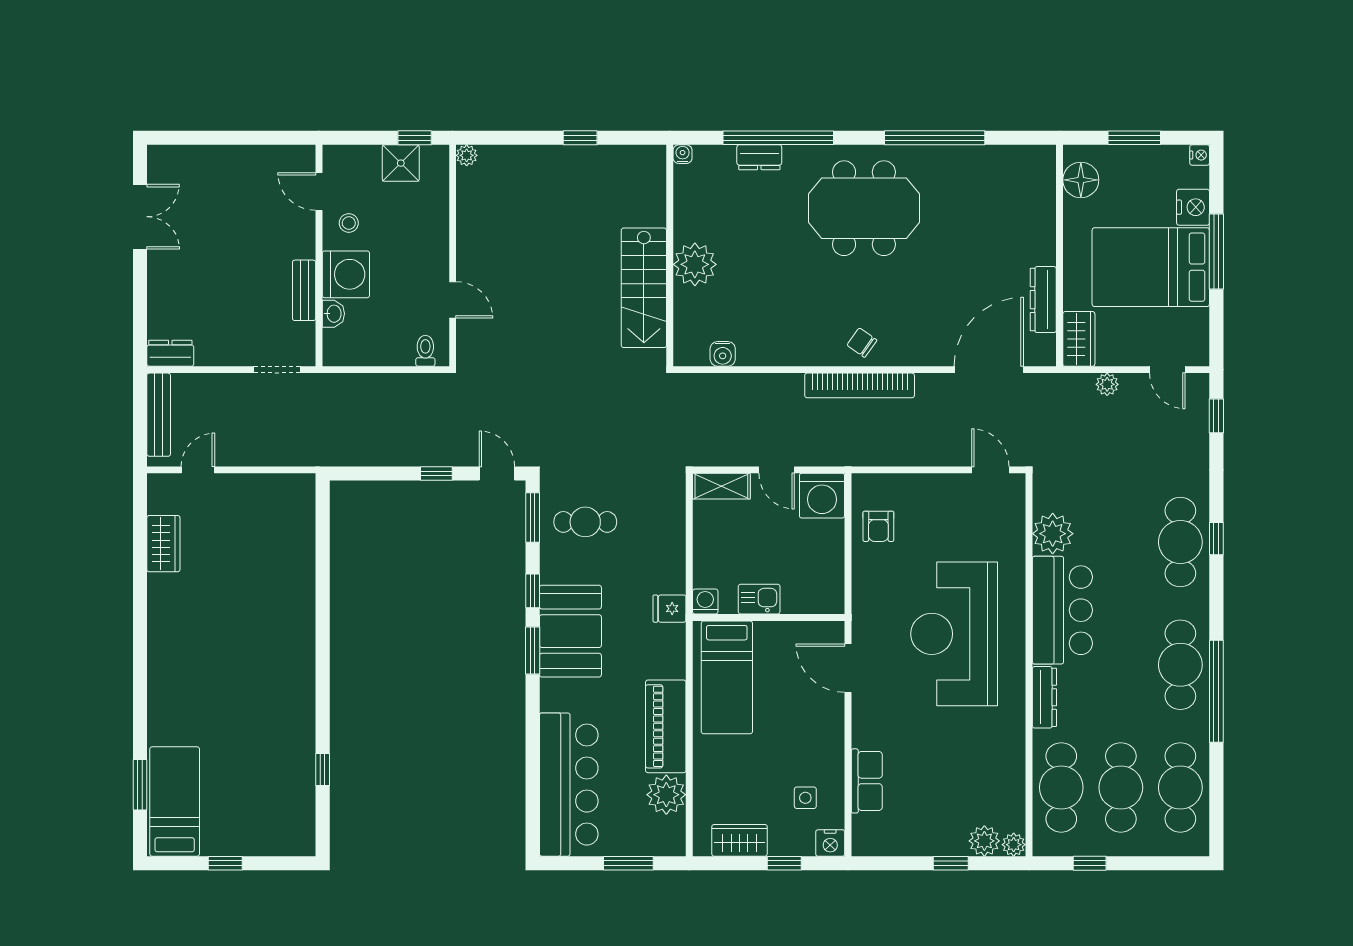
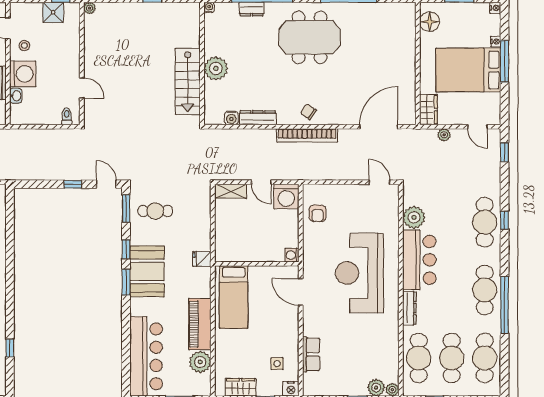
nightstand: (1193, 207) -> (496, 41), width x0.53, depth x0.56
dresser: (1043, 300) -> (258, 118), moved, turned 90
kitchen sink: (759, 599) -> (251, 254), removed
washing machine: (705, 601) -> (292, 255), moved, turned -90

